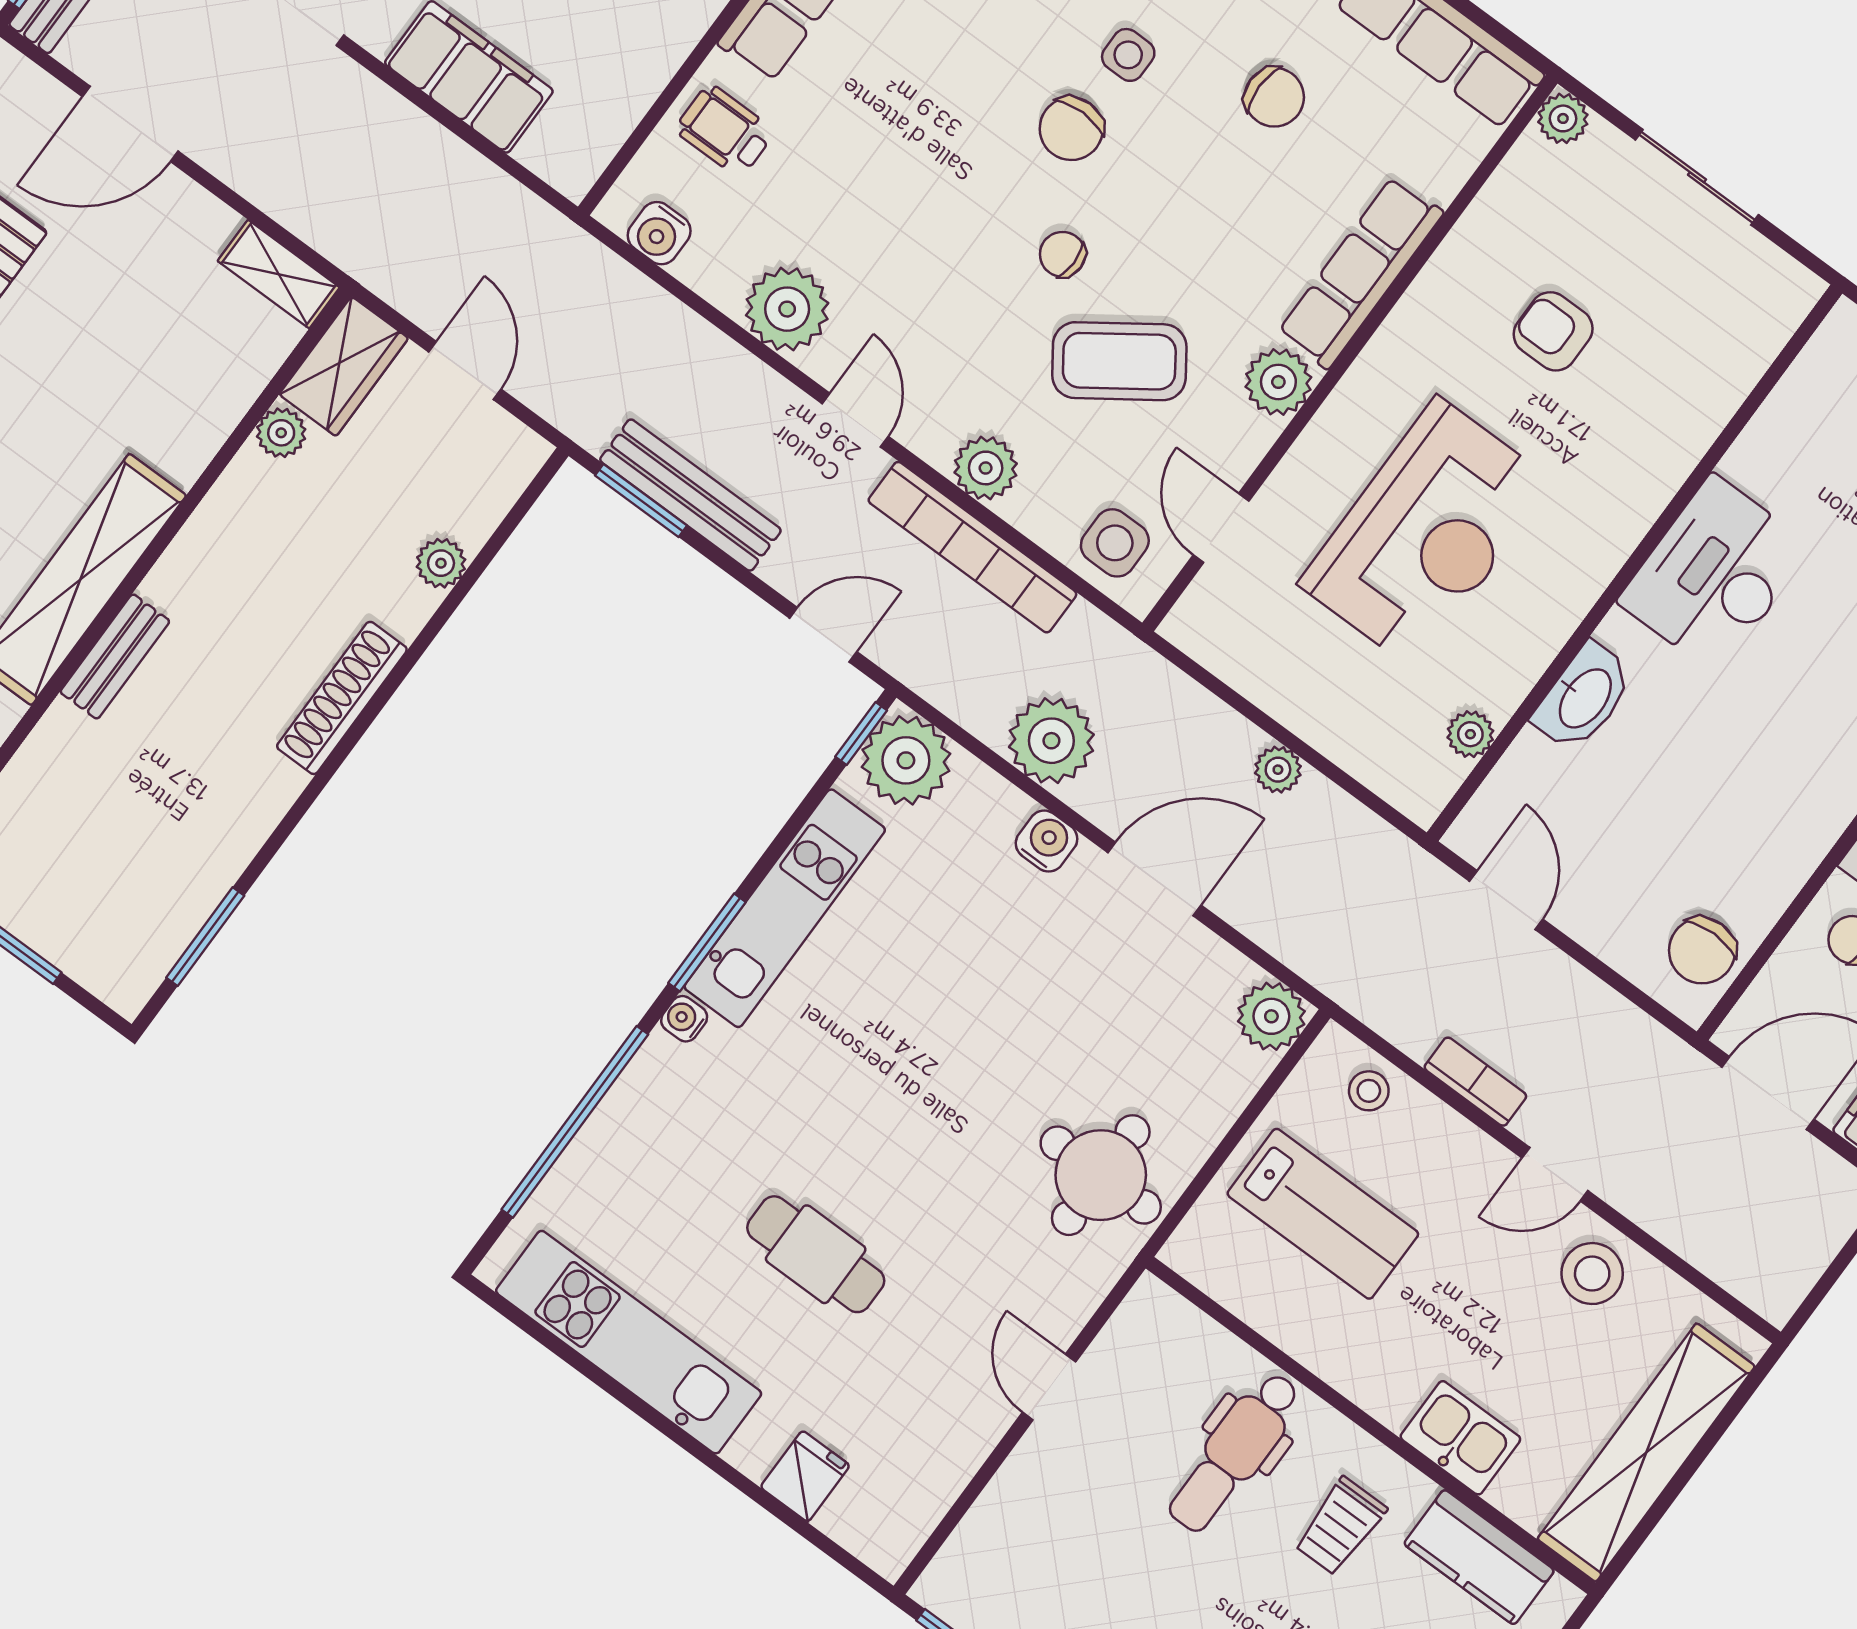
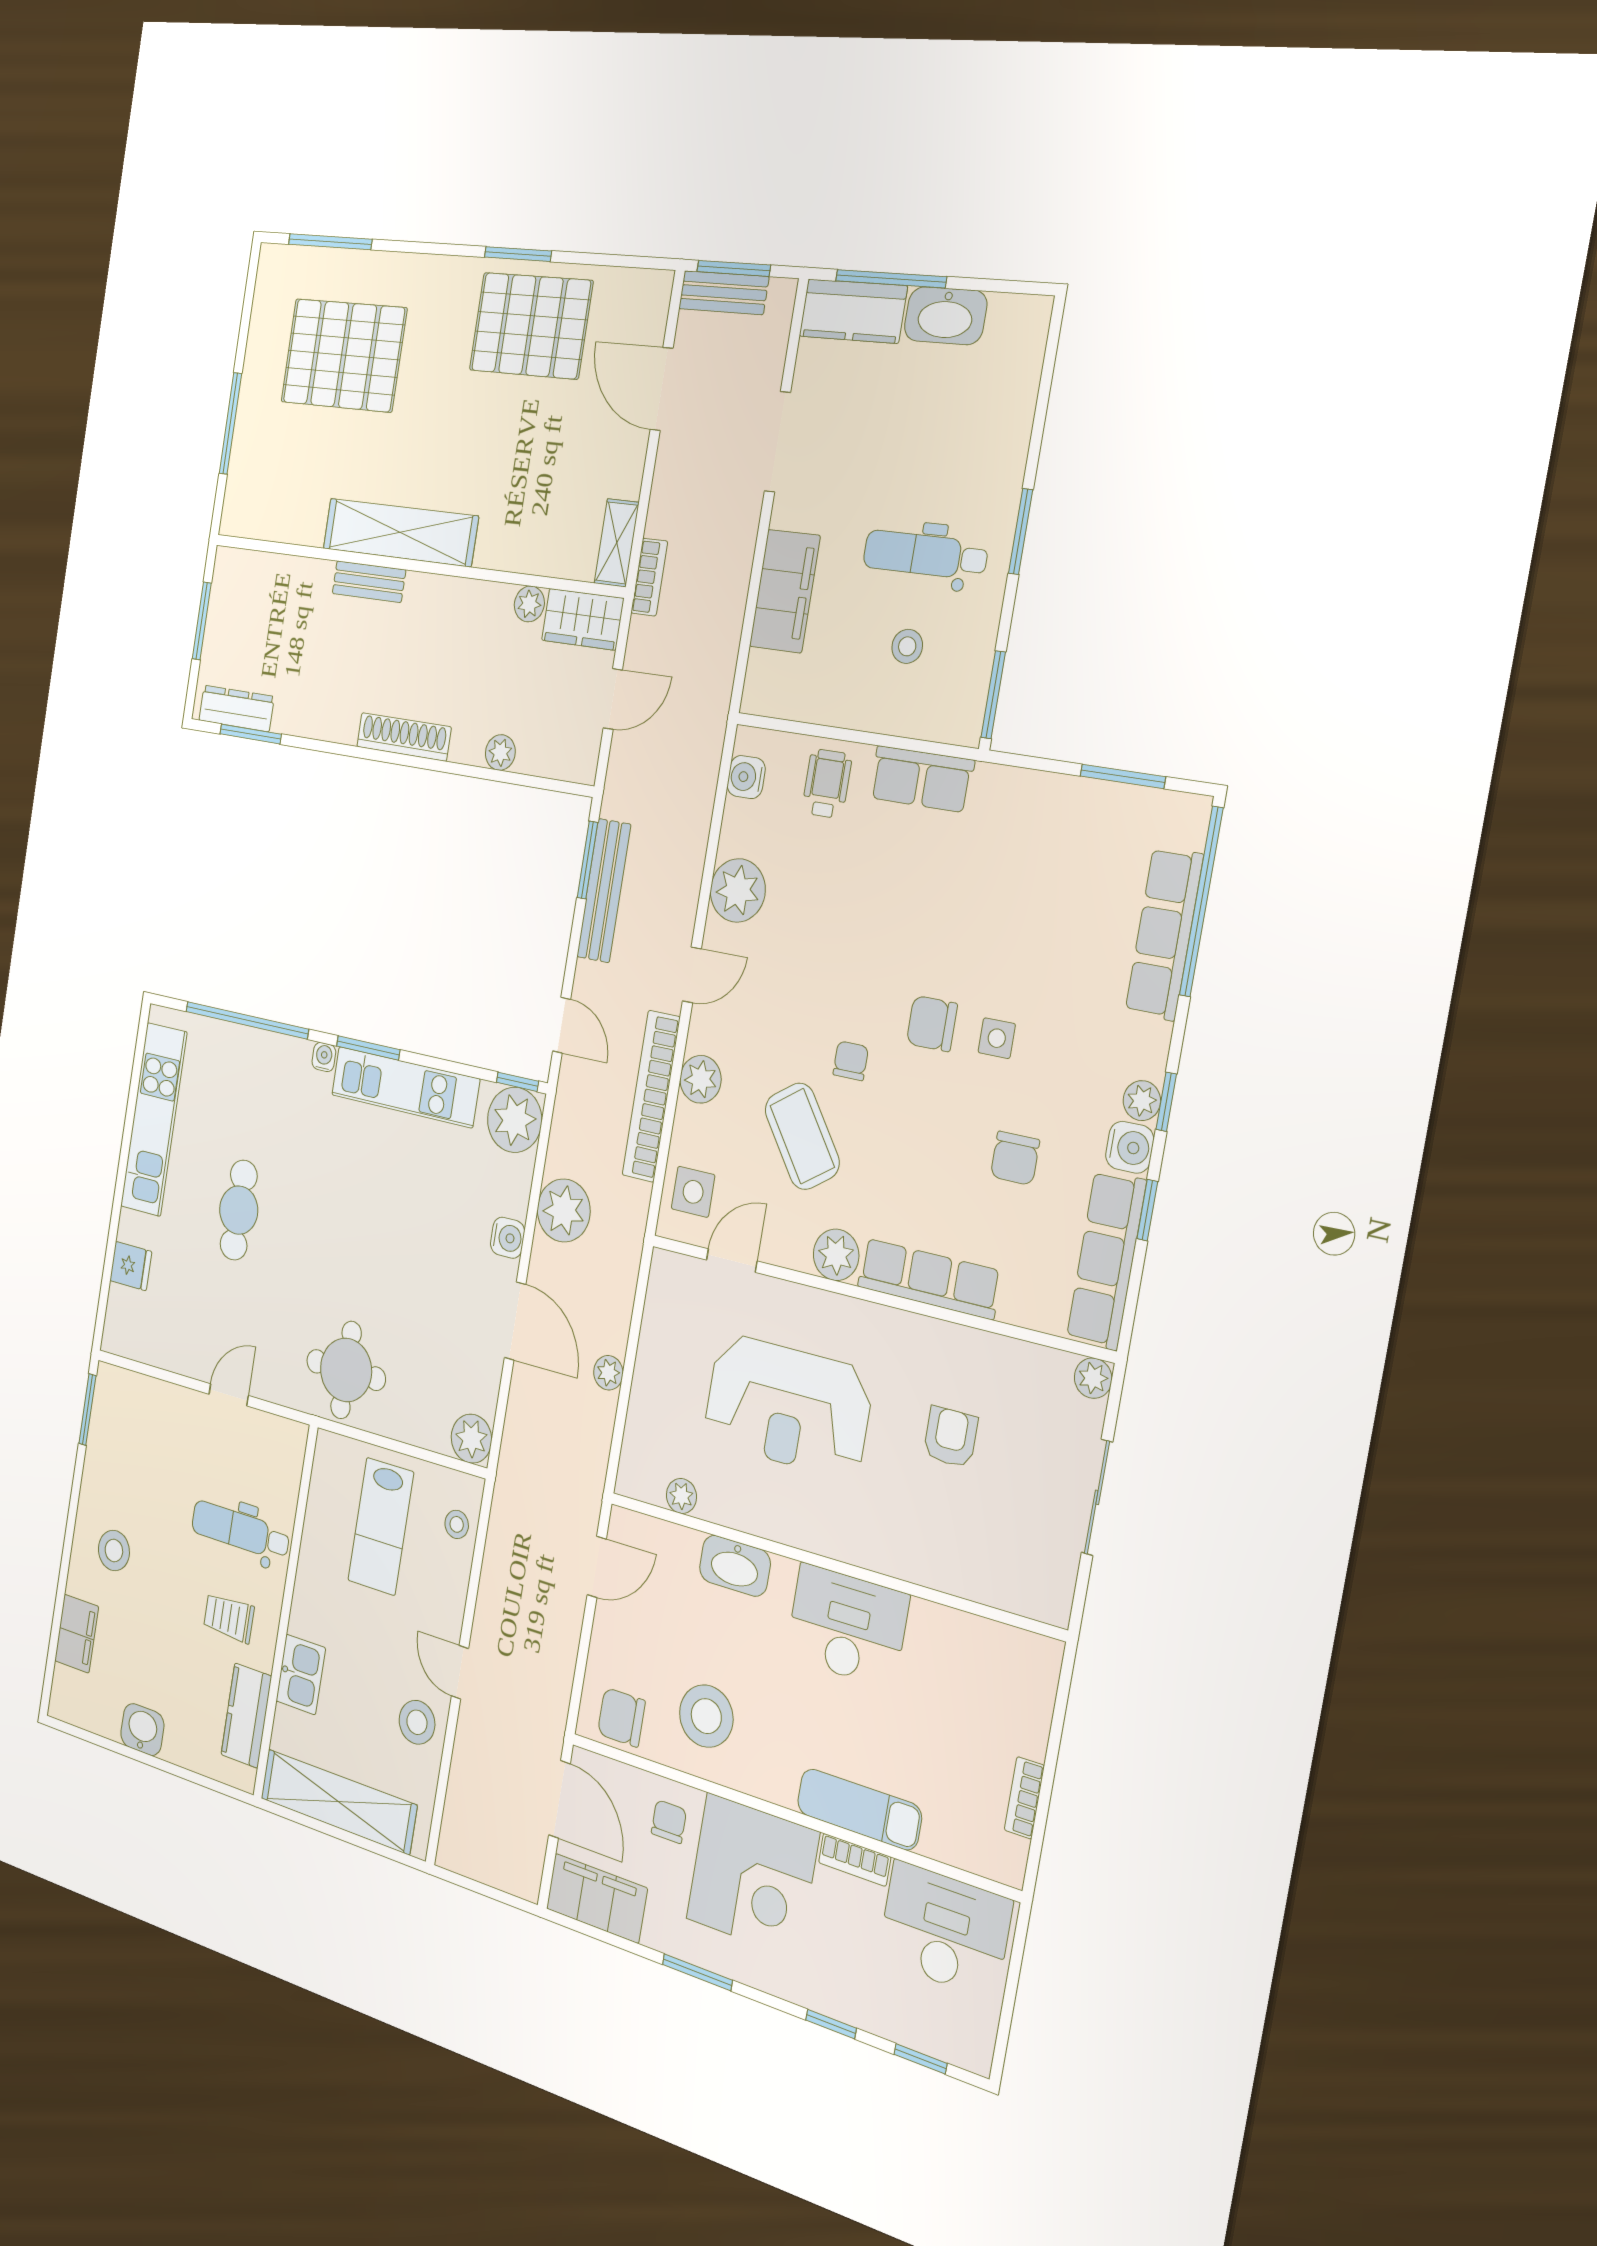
stool: (1746, 824) -> (706, 1716), added
dresser: (159, 943) -> (236, 708), added
bookcase: (1475, 1082) -> (649, 577), moved

